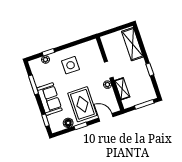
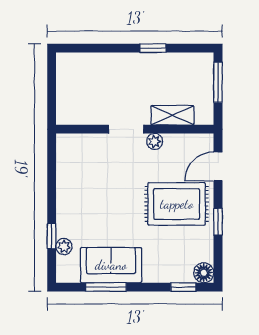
shelving: (132, 44) -> (92, 65), removed
side table: (71, 65) -> (92, 201), removed
sofa: (49, 99) -> (111, 265), moved
floor lamp: (68, 123) -> (204, 273), moved

